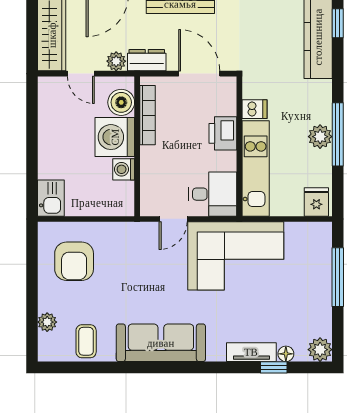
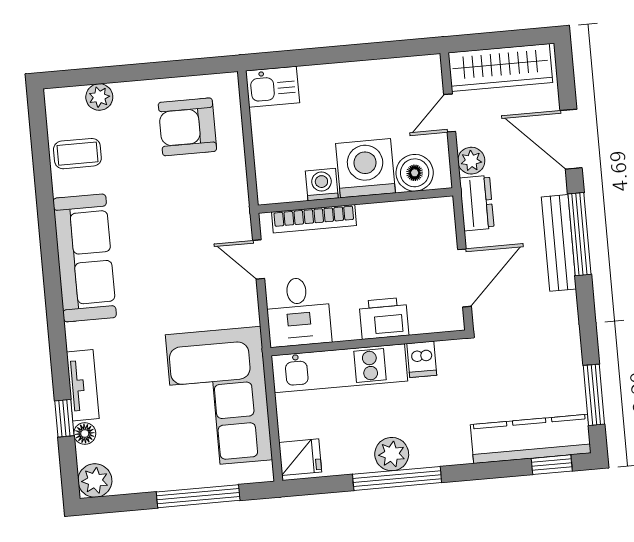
bookcase: (148, 115) -> (314, 219), moved
corner sofa: (236, 256) -> (219, 397), moved

